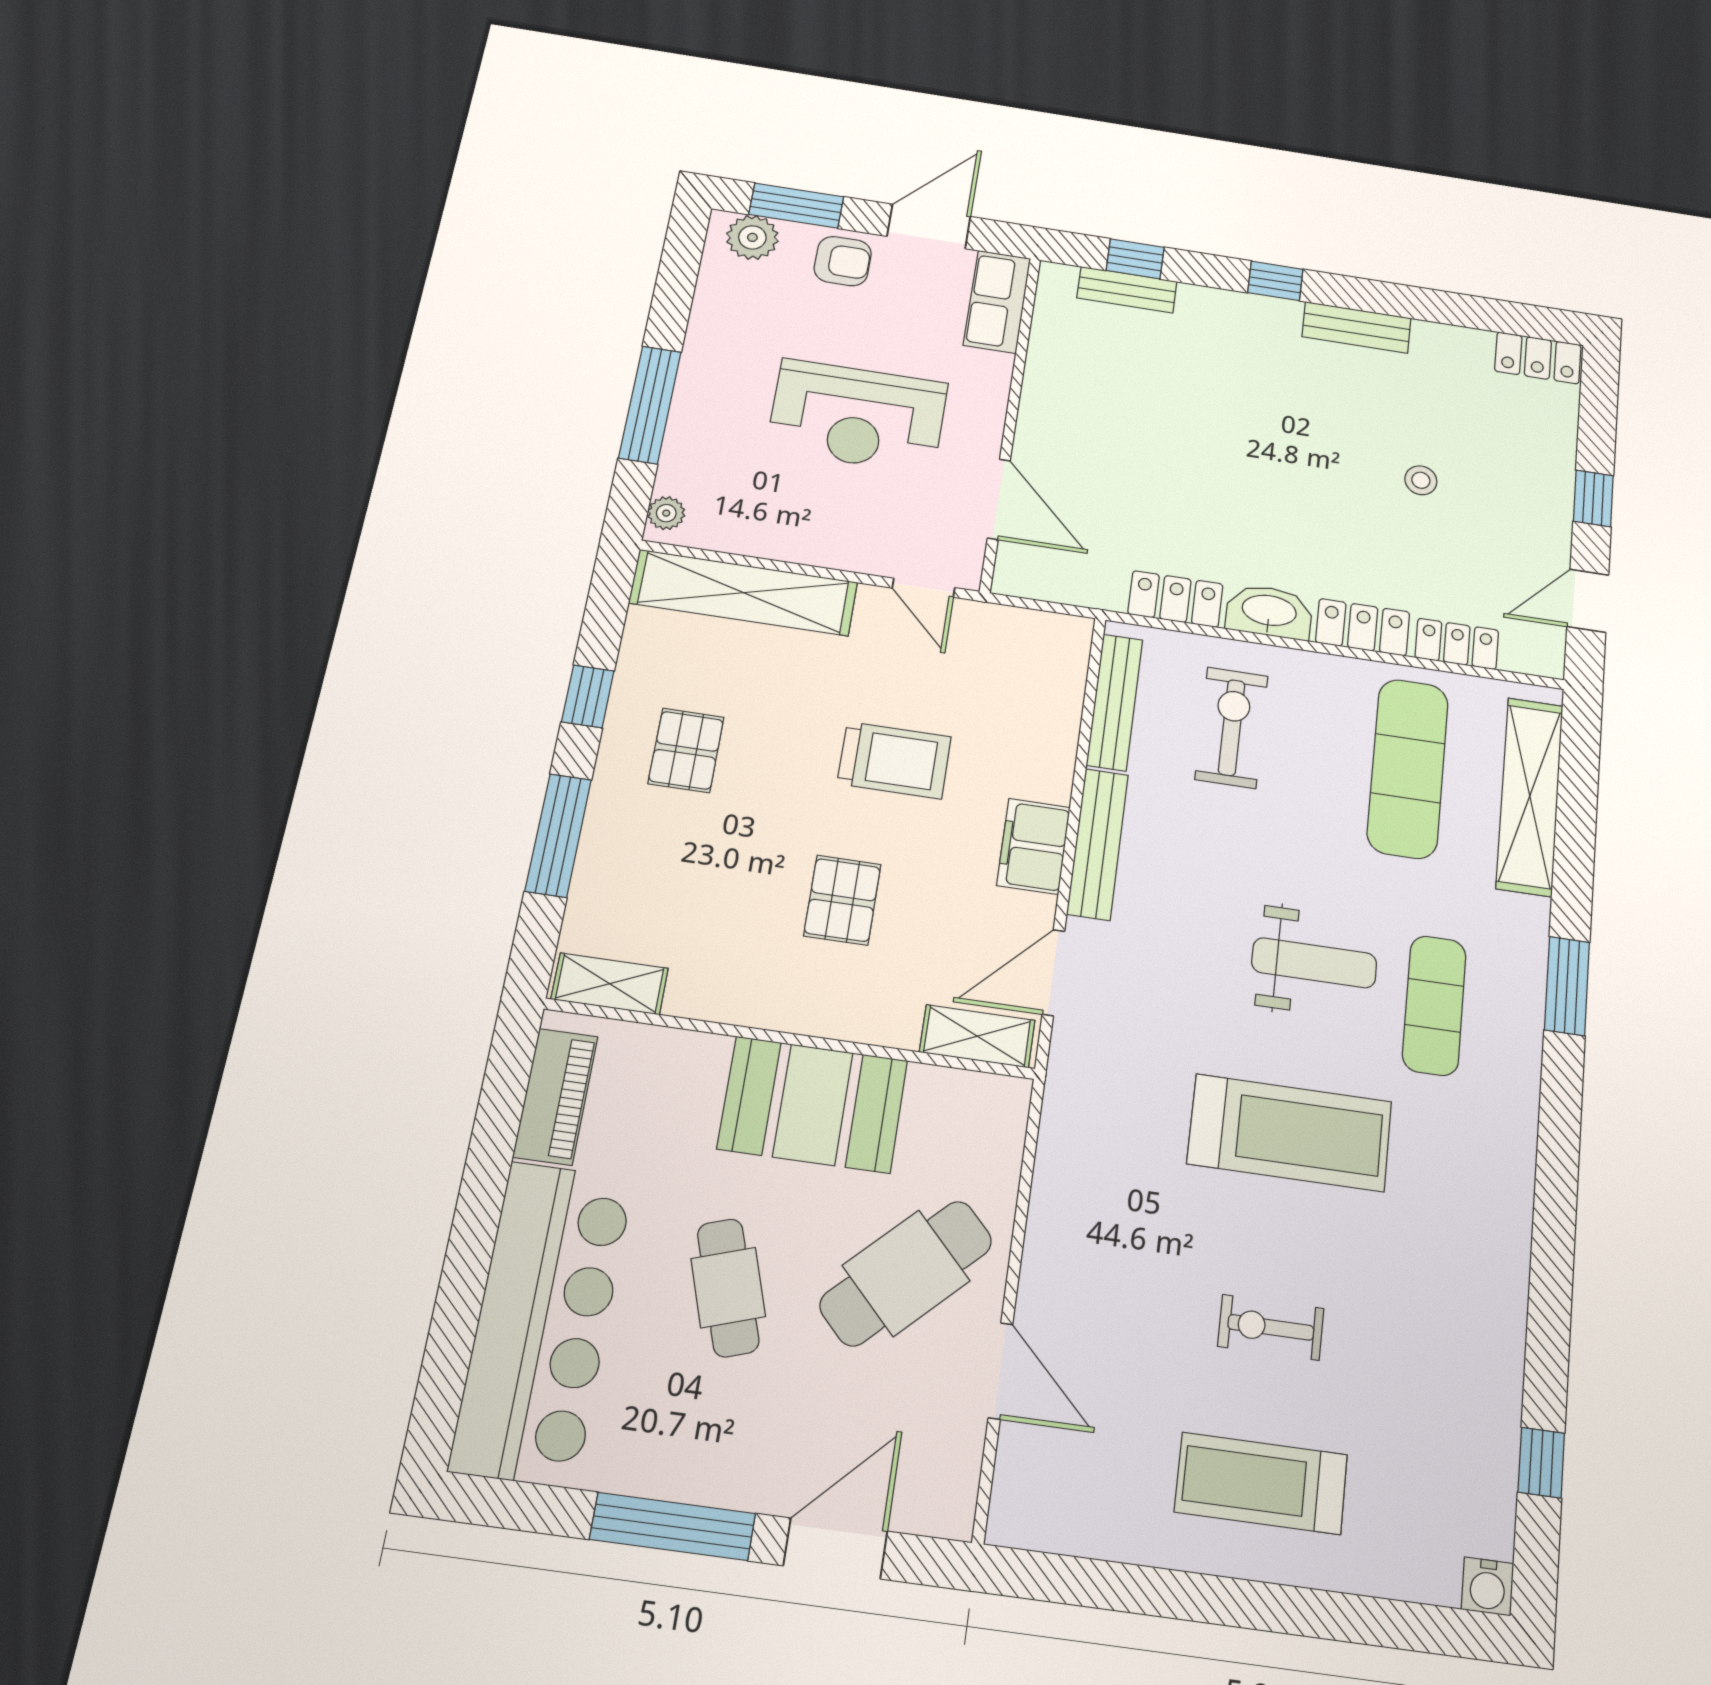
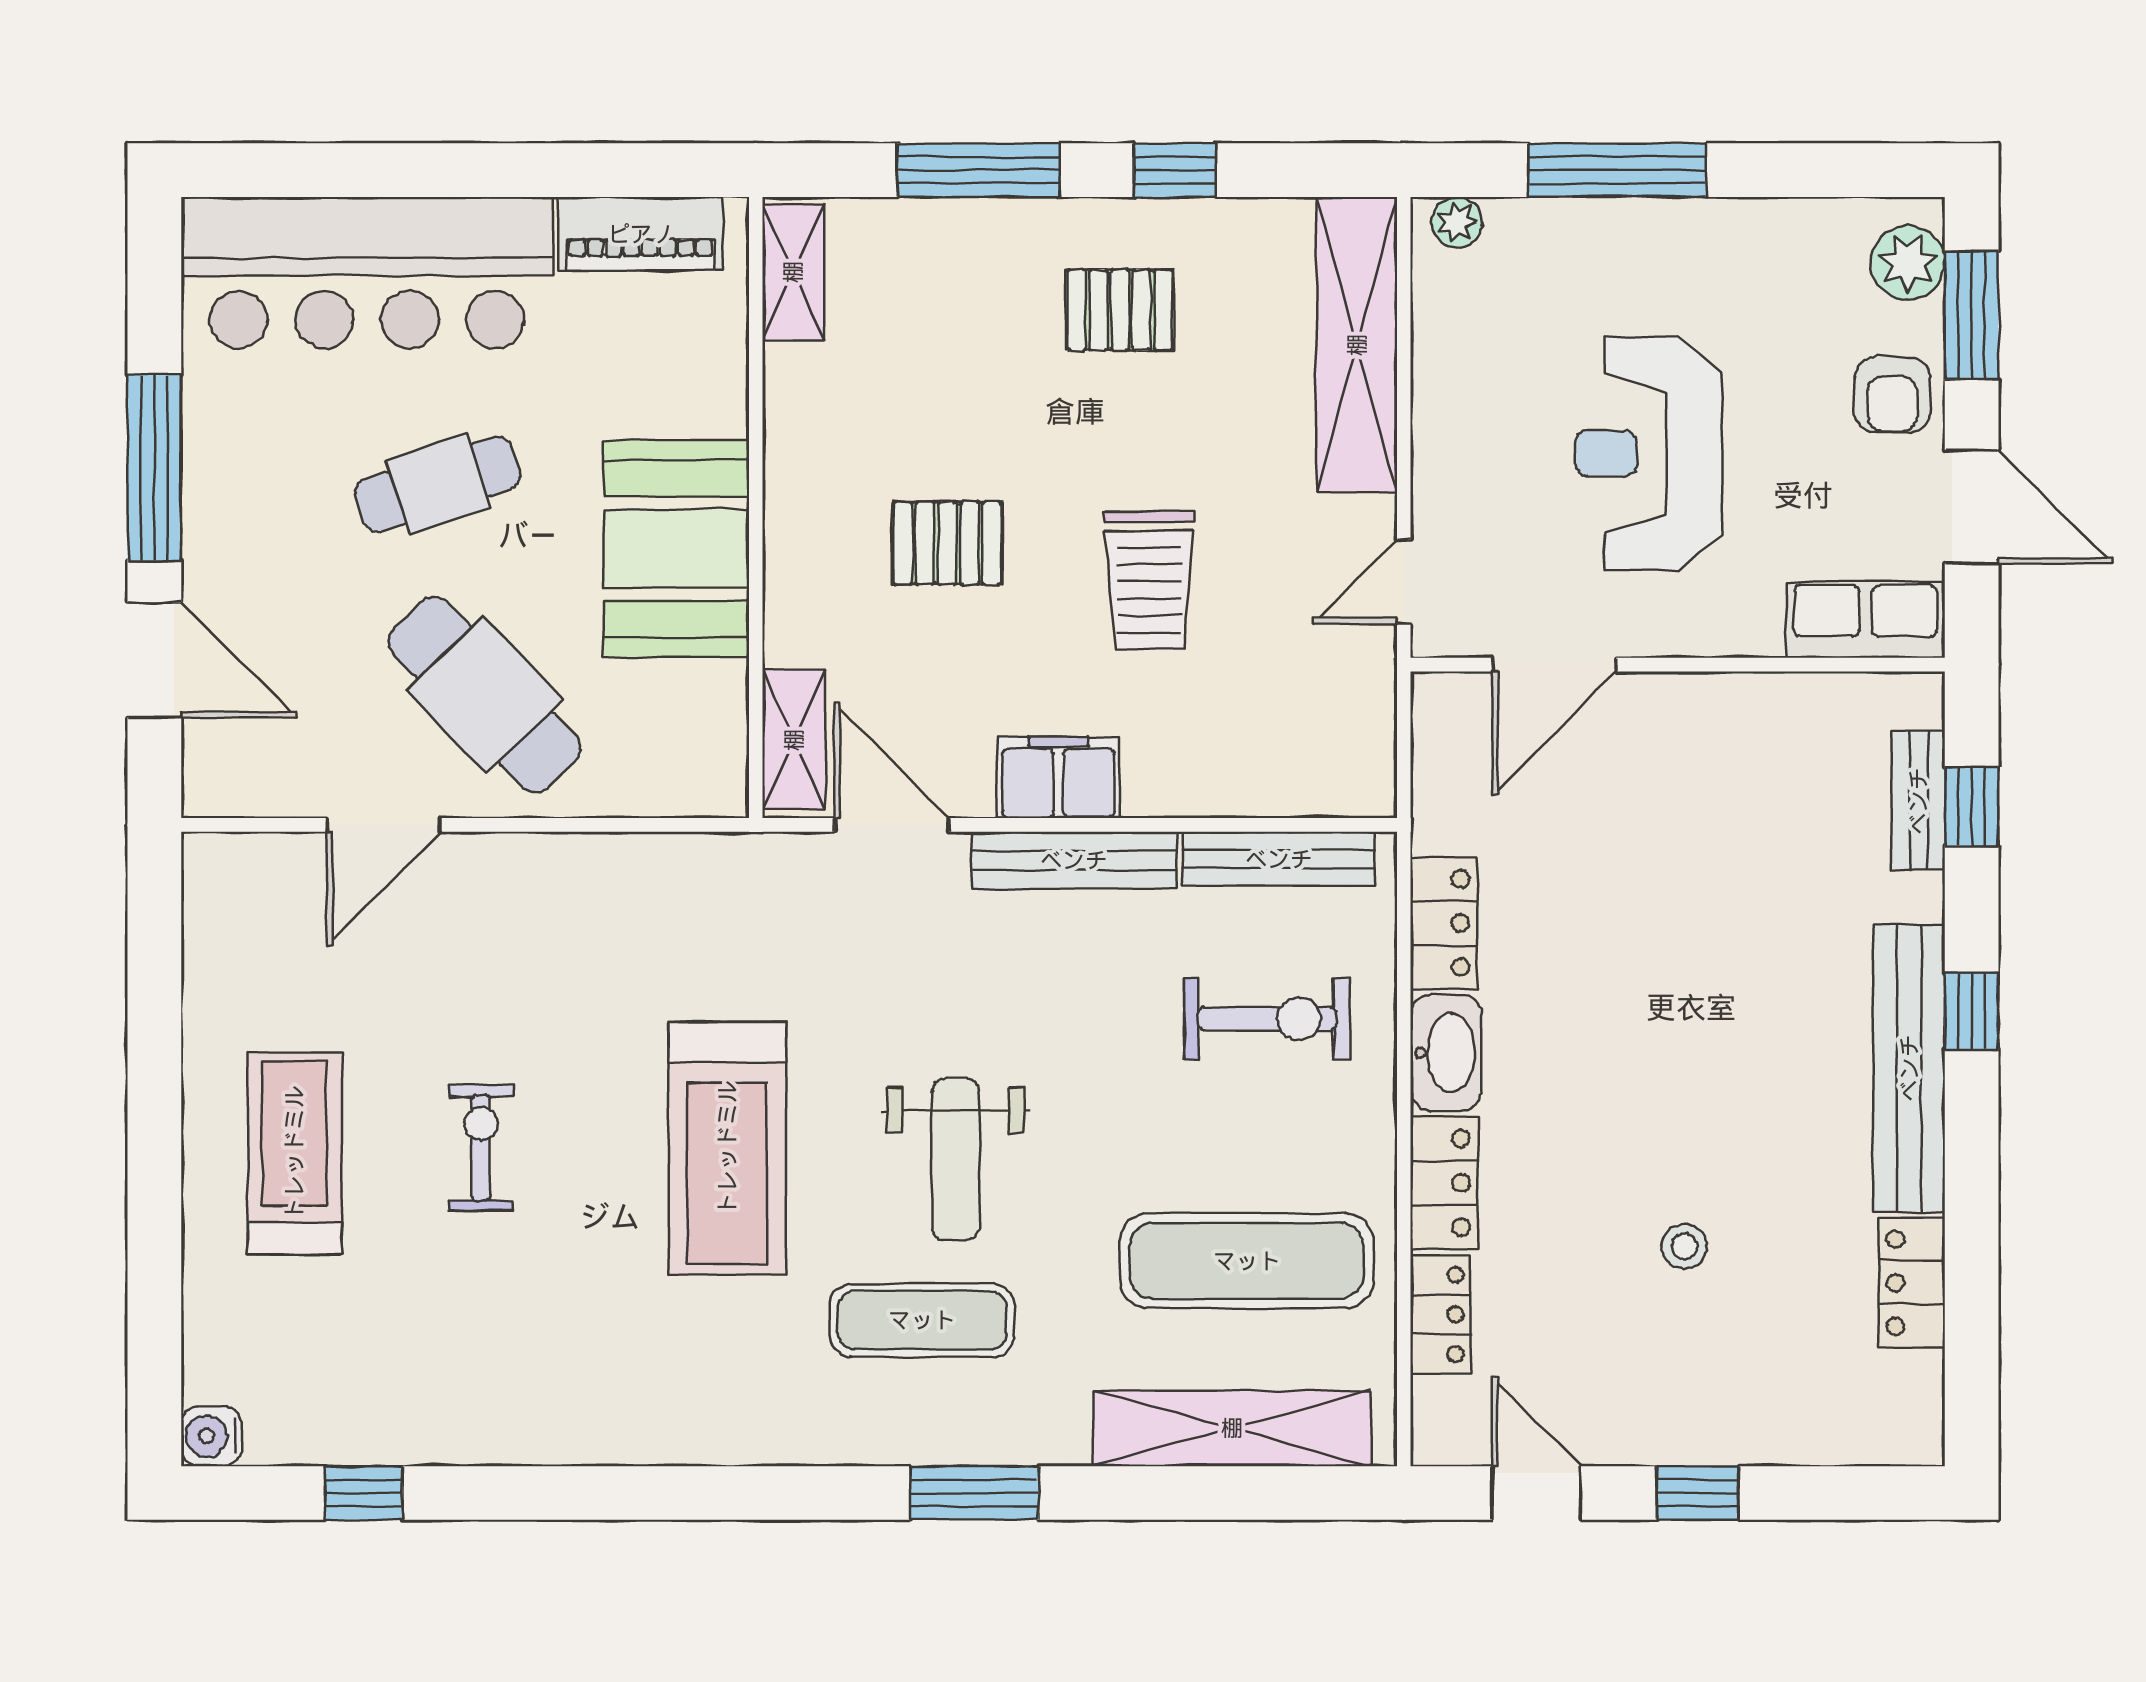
bench: (1356, 327) -> (1909, 1068), width x1.86, depth x1.21
locker: (1538, 358) -> (1912, 1283), moved

